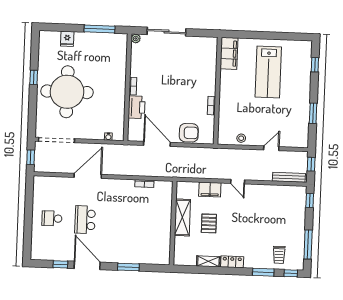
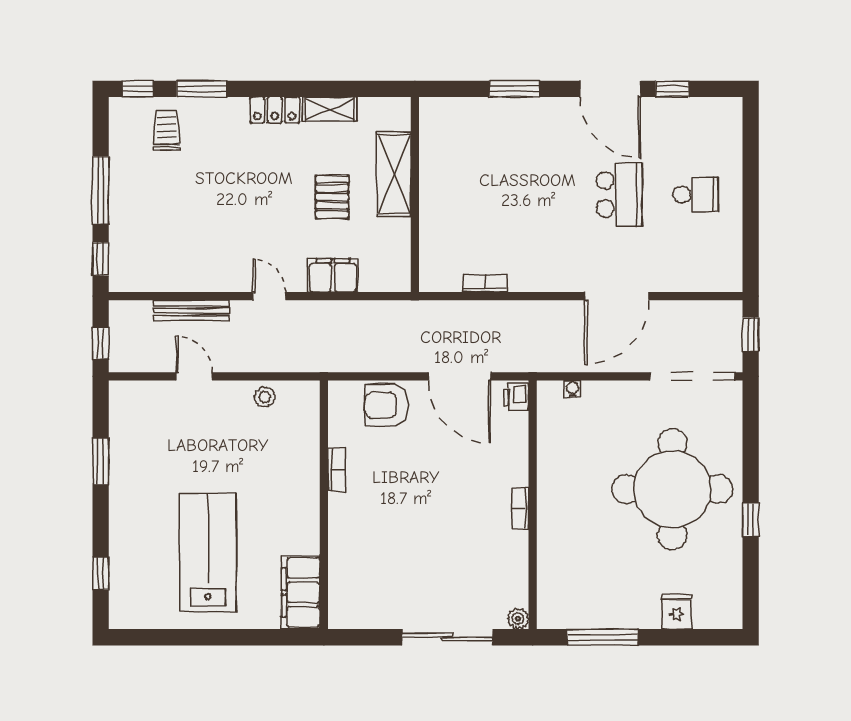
printer: (137, 107) -> (516, 397), moved, width x0.53, depth x0.68
door: (271, 148) -> (194, 376), swing flipped
bench: (289, 177) -> (191, 311), moved
shelving: (182, 217) -> (394, 174), moved
window: (308, 244) -> (101, 190), moved

